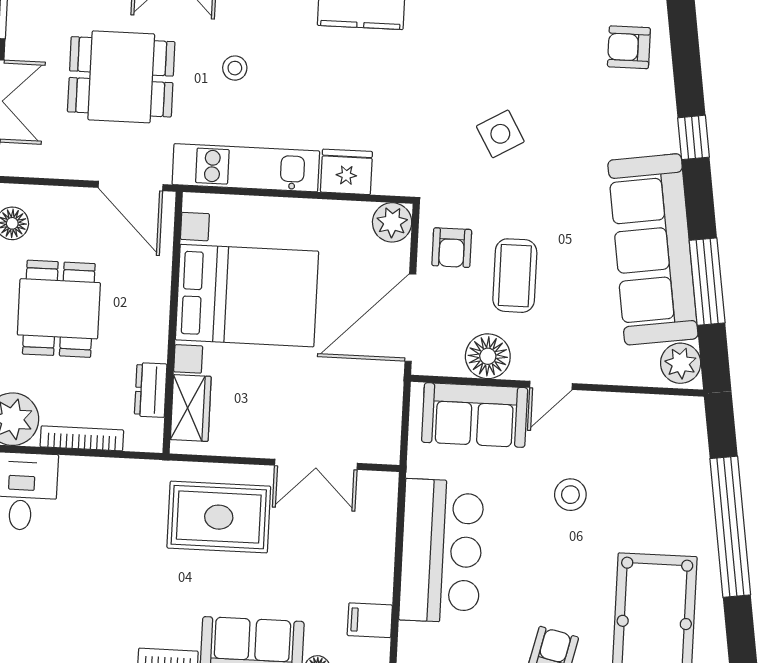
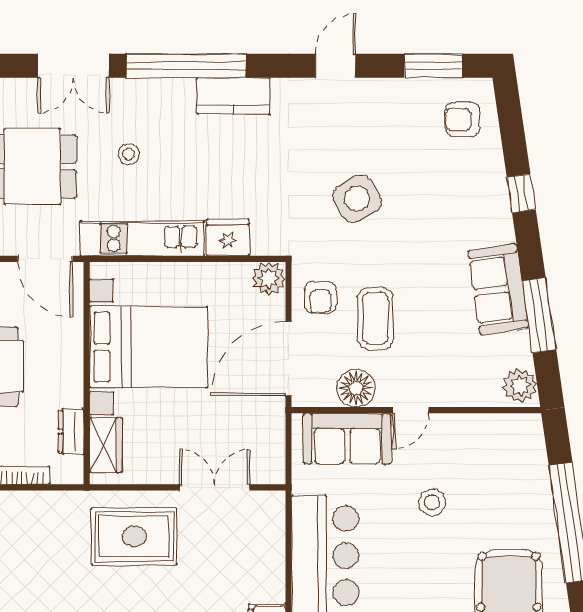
side table: (500, 134) -> (357, 199), width x1.37, depth x1.37
sofa: (653, 249) -> (498, 289), width x0.54, depth x0.79
double door: (316, 464) -> (215, 487), swing flipped

